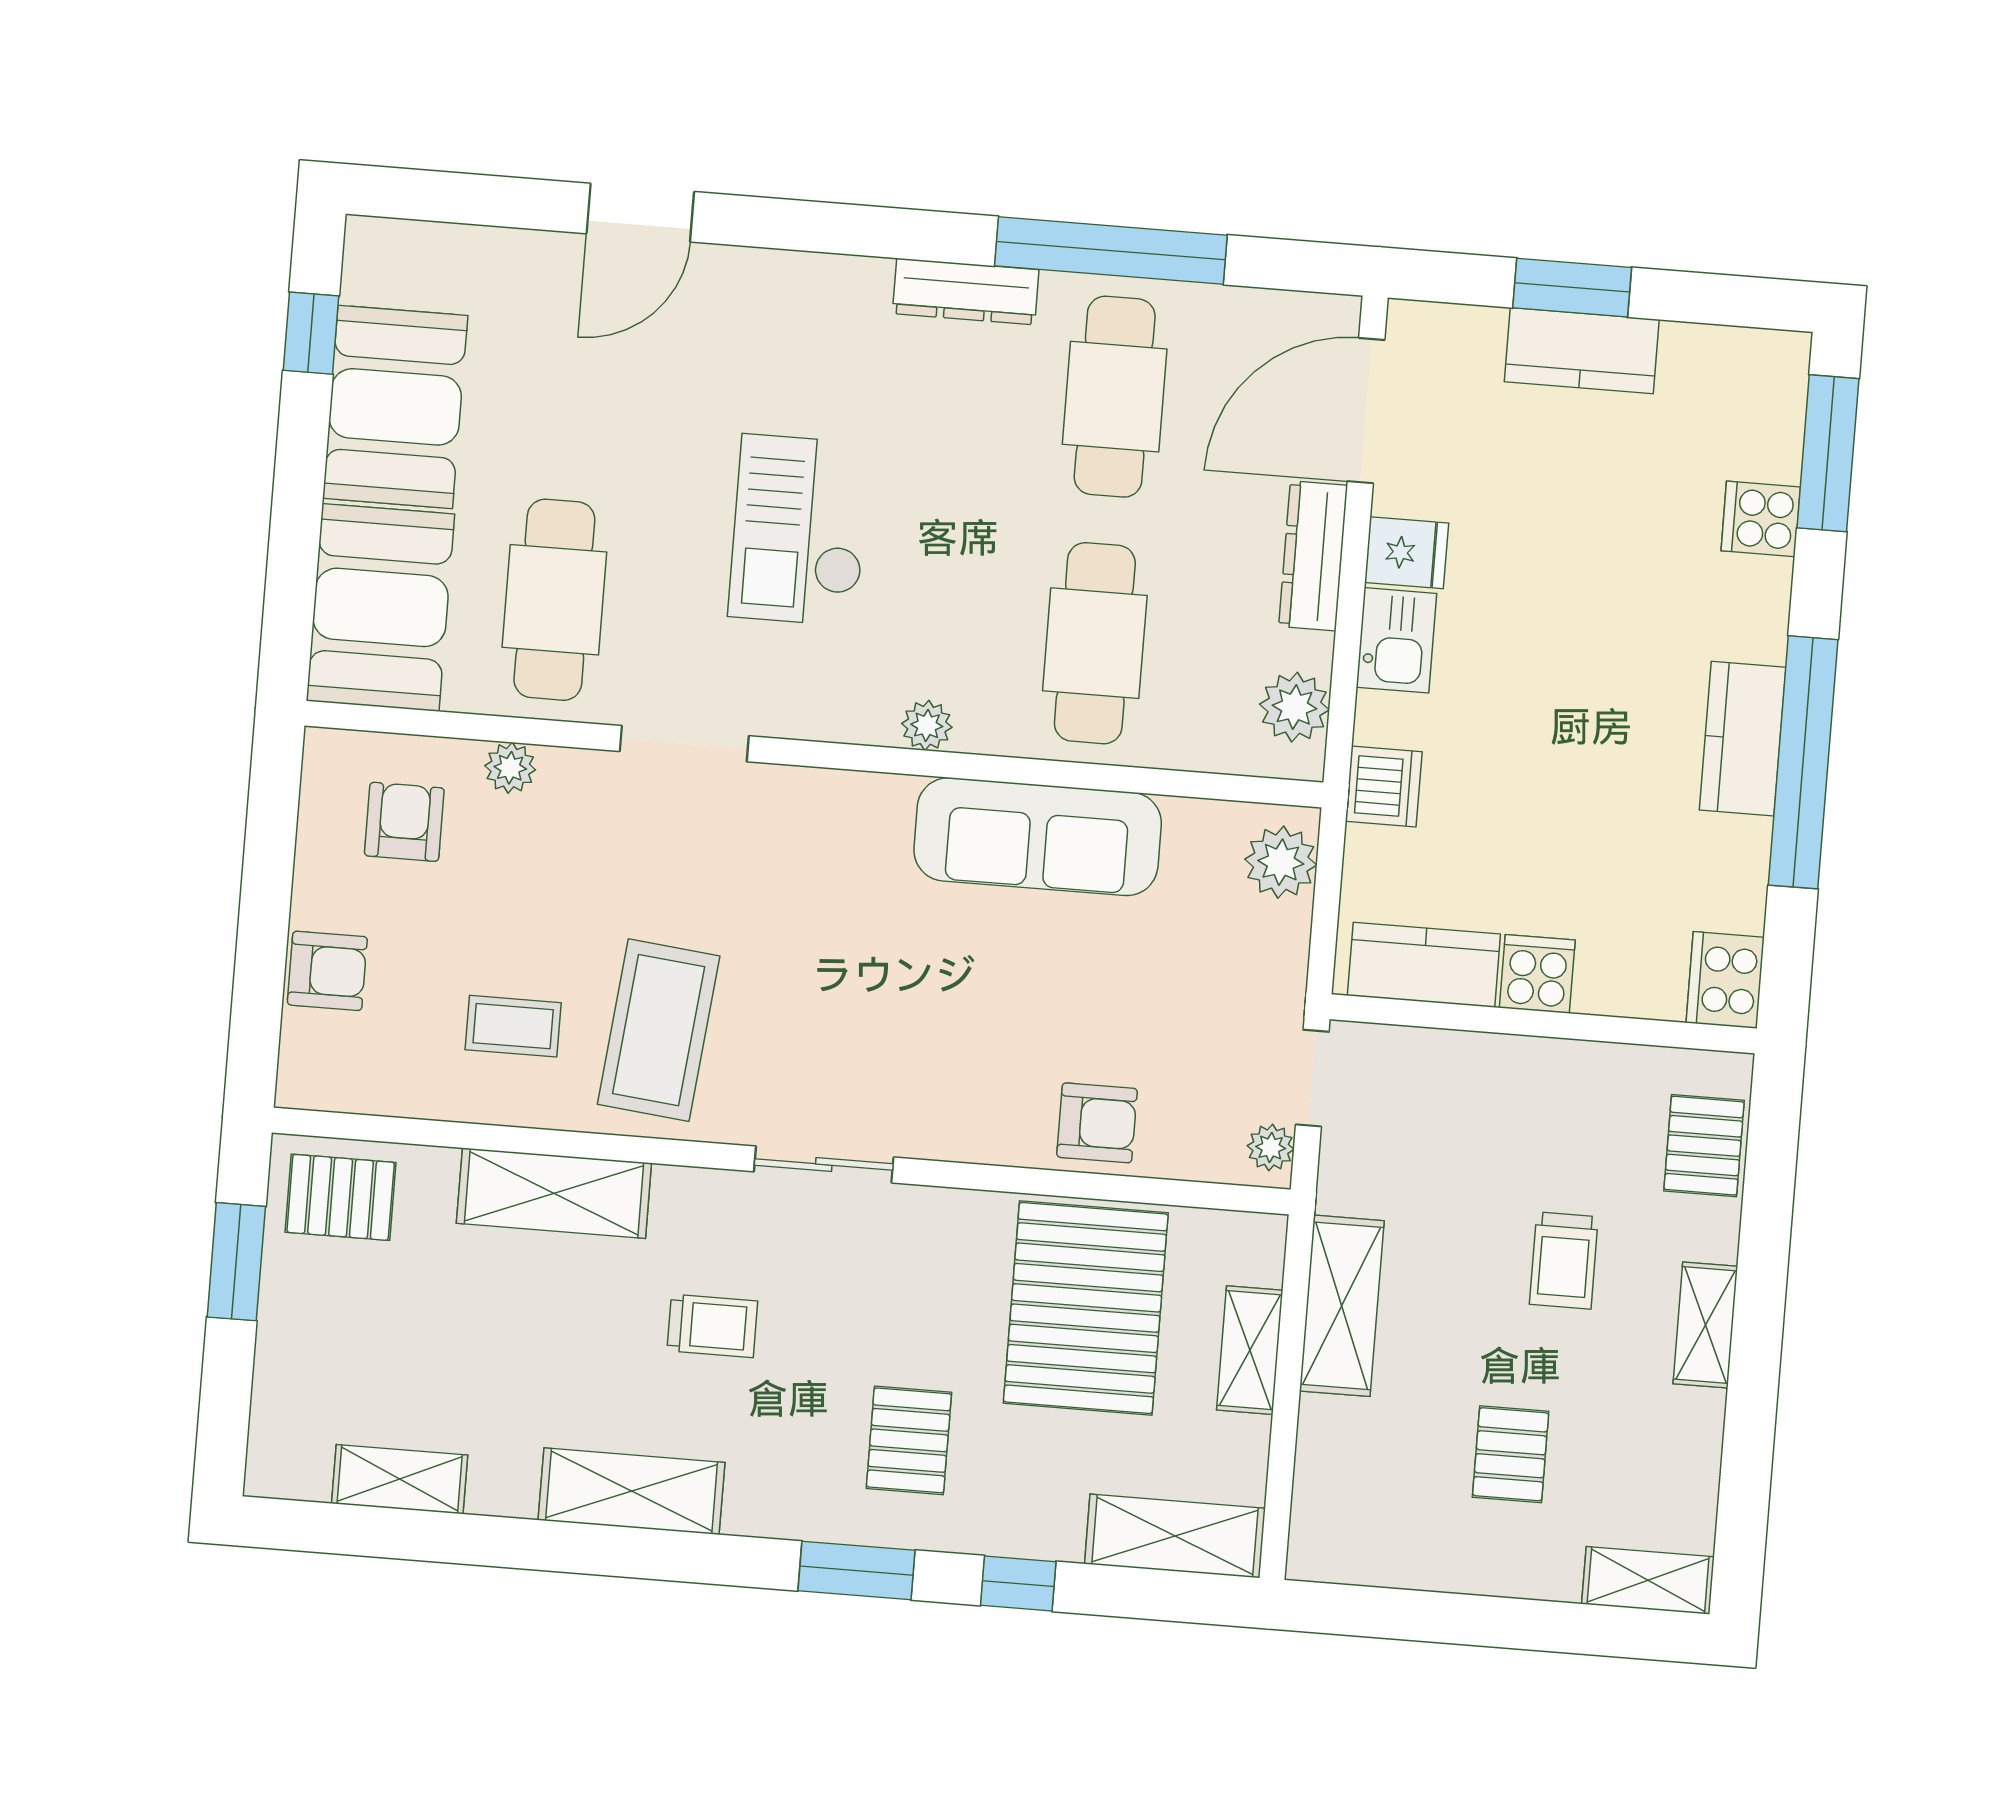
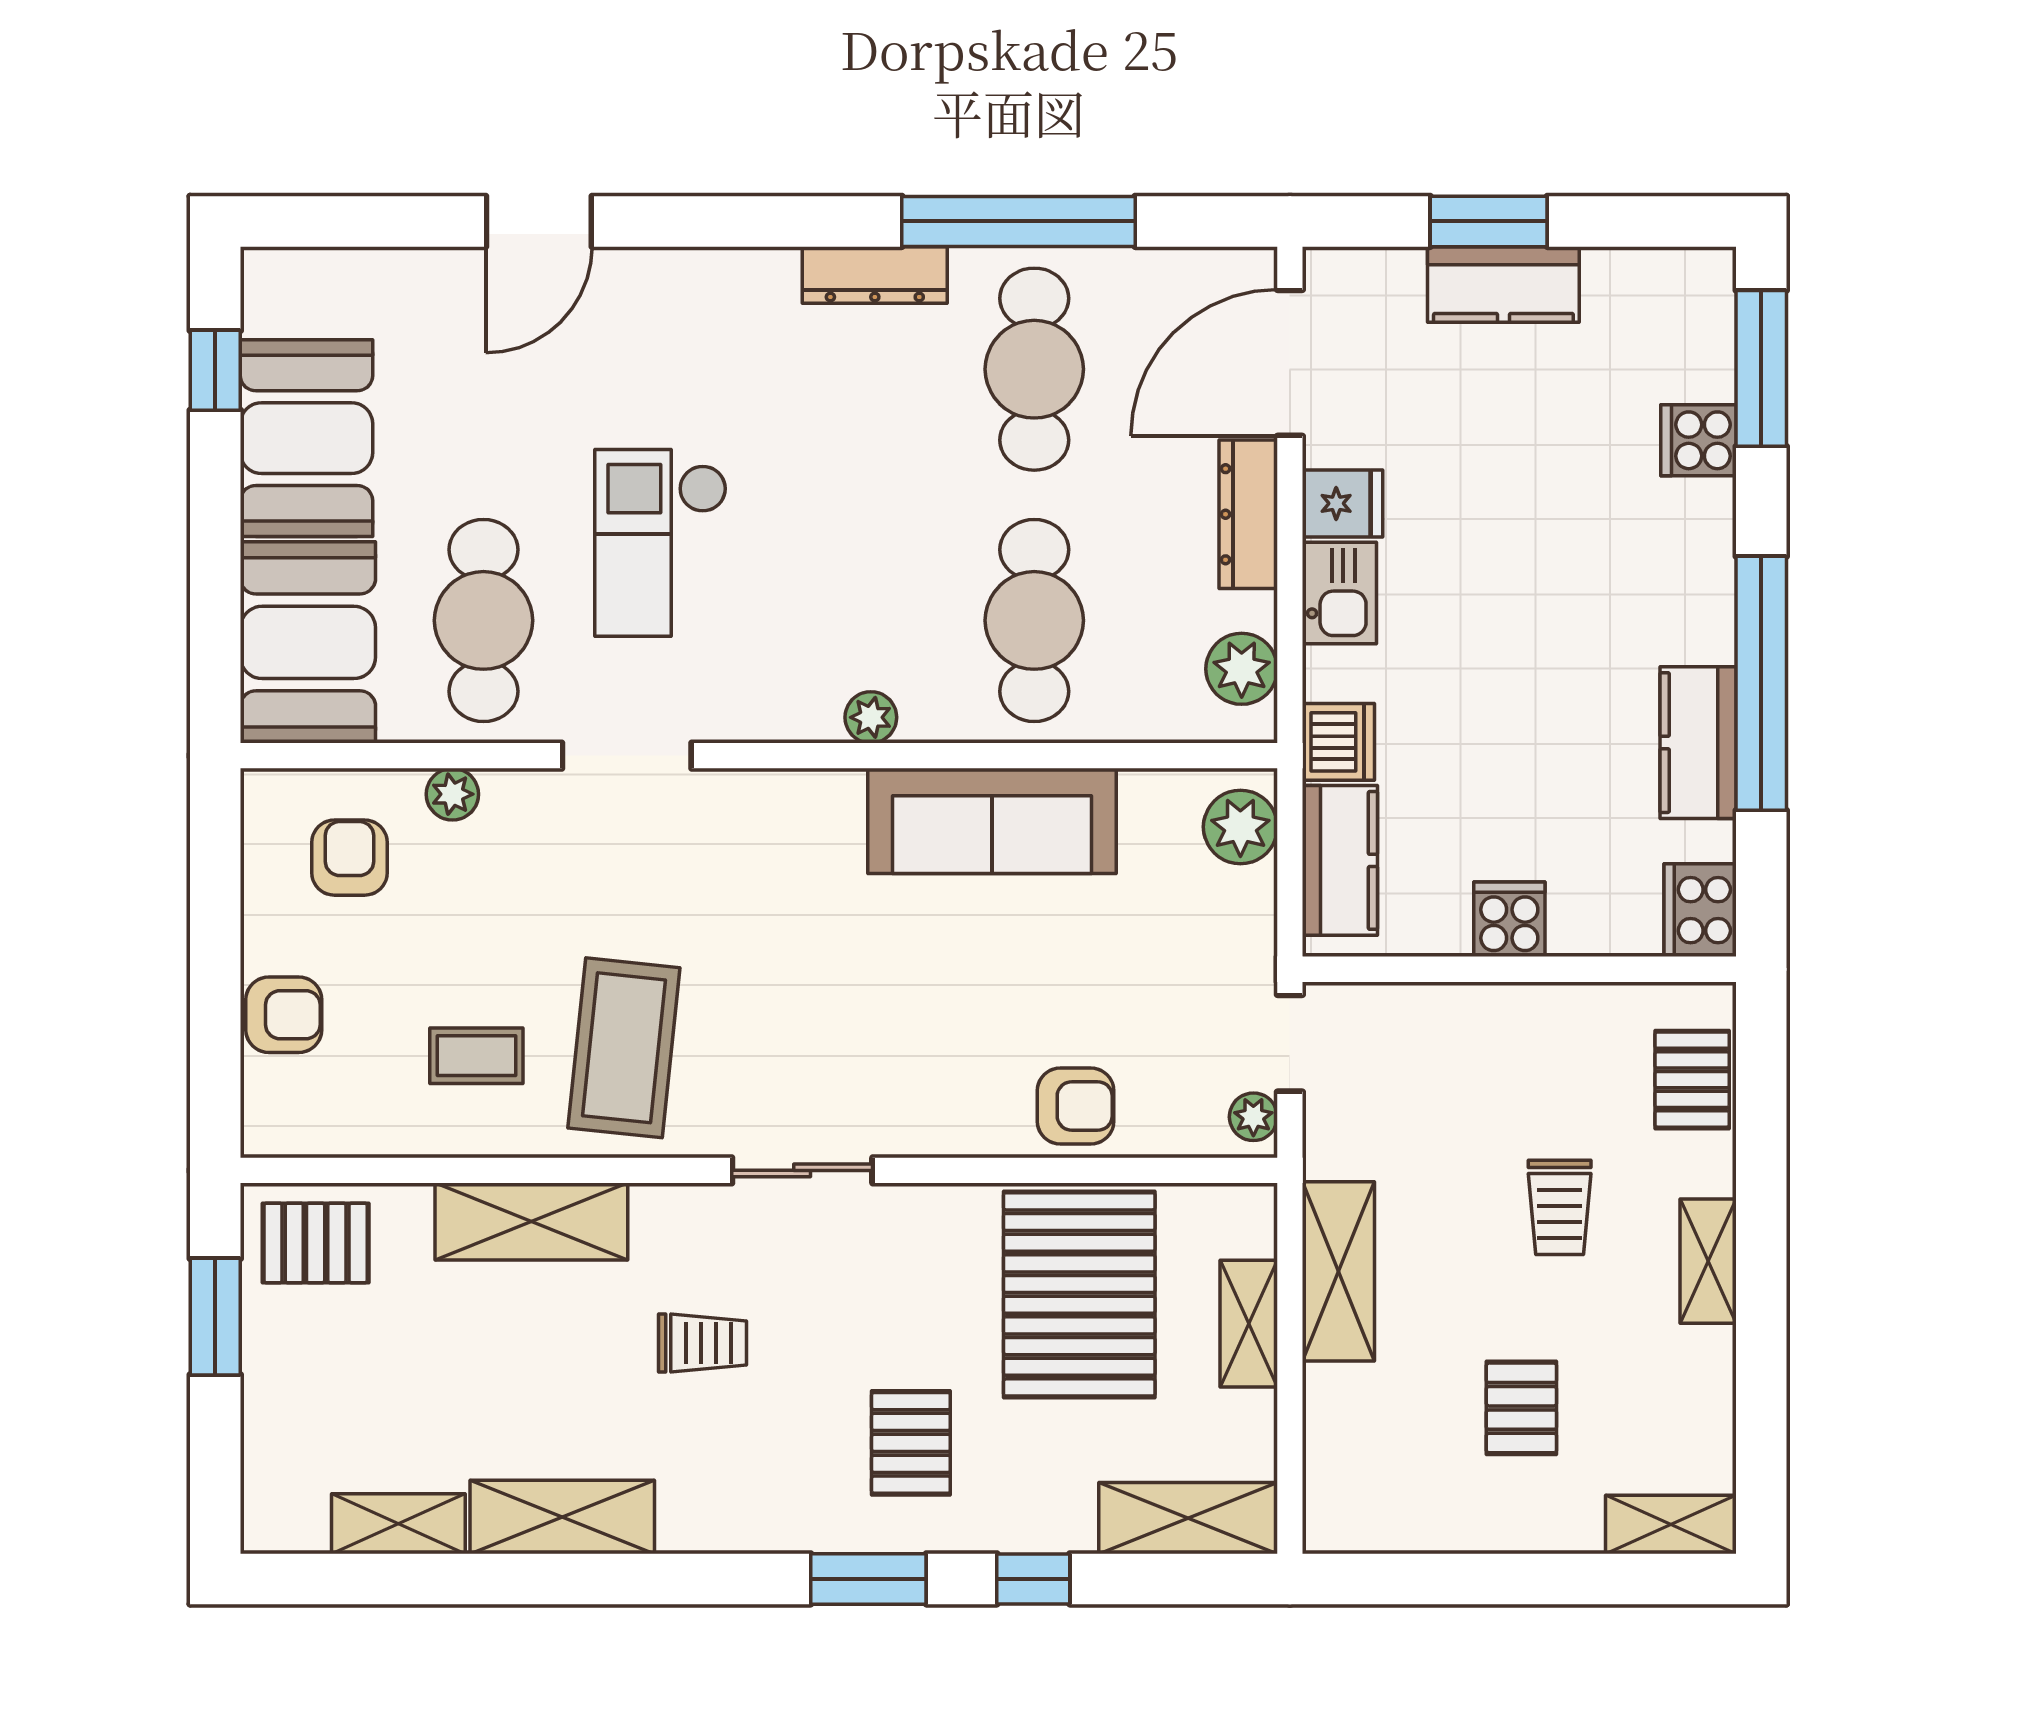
checkout: (799, 530) -> (661, 543), moved
kitchen counter: (1743, 739) -> (1698, 743), moved
kitchen counter: (1424, 965) -> (1340, 860), moved, turned 90
shelving: (632, 1491) -> (562, 1517), moved

